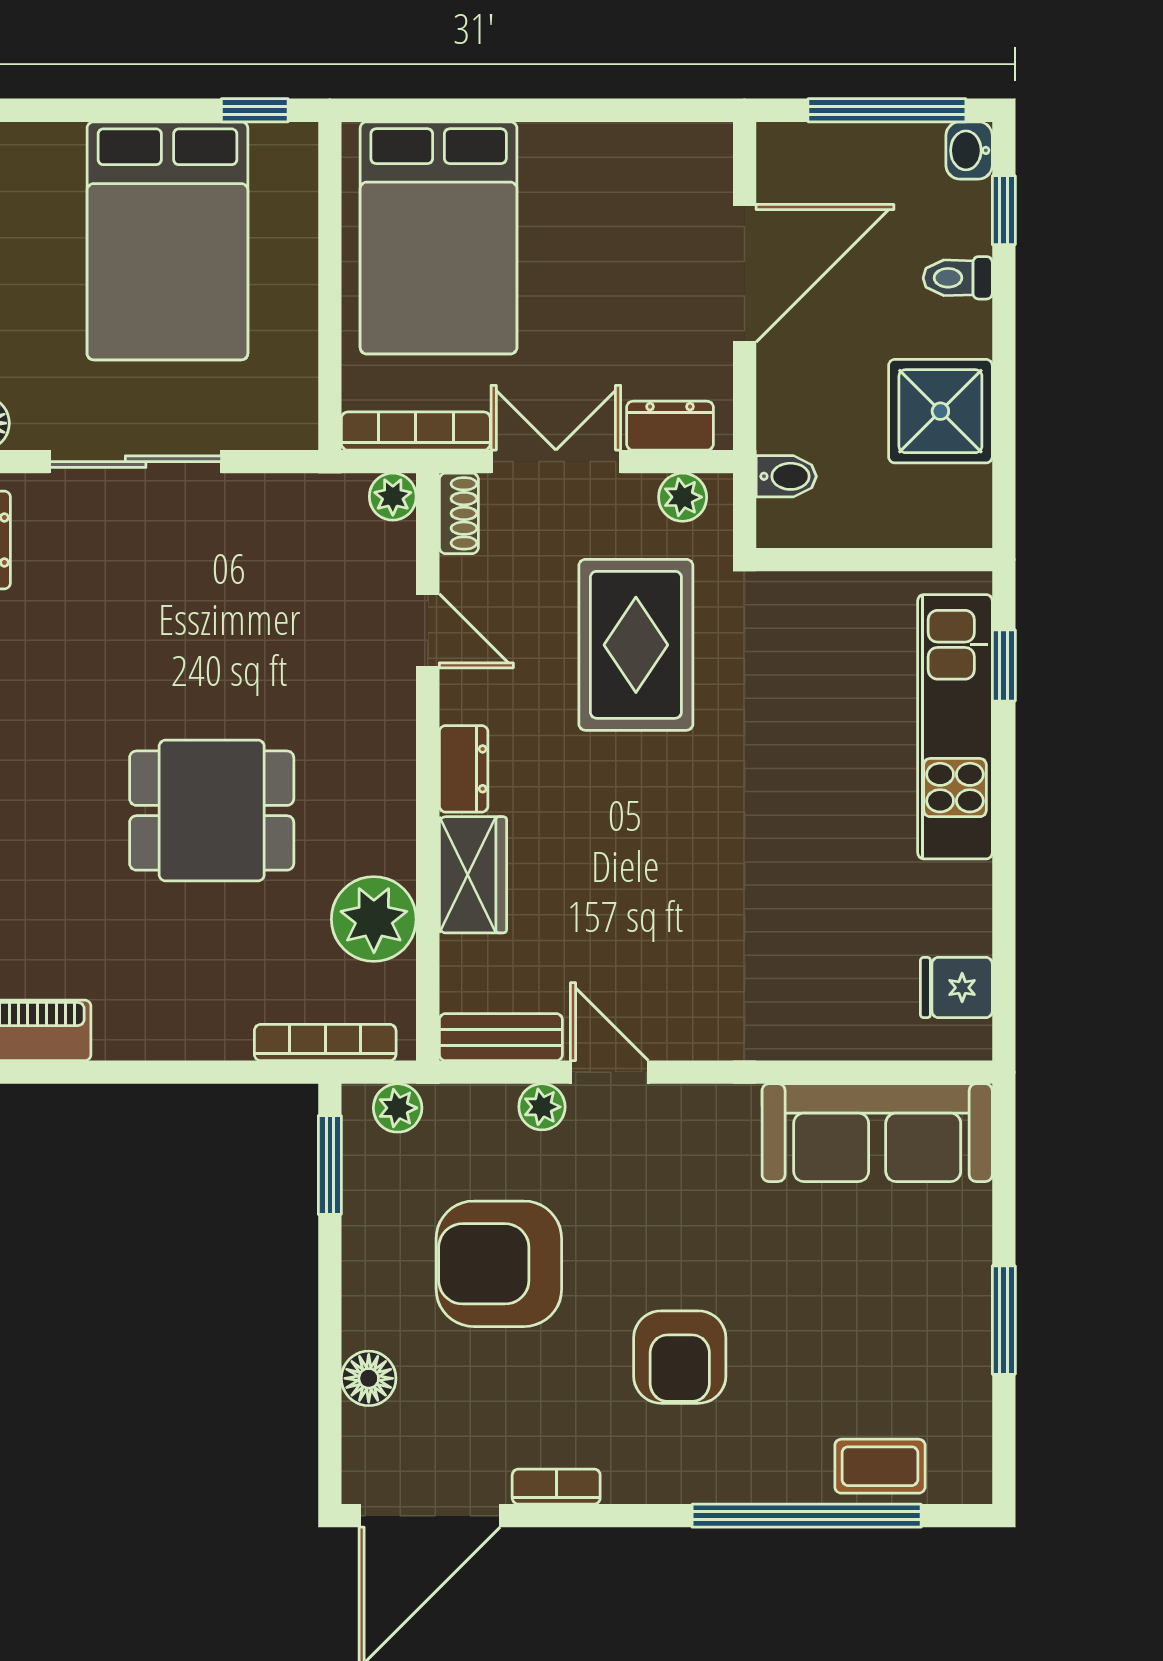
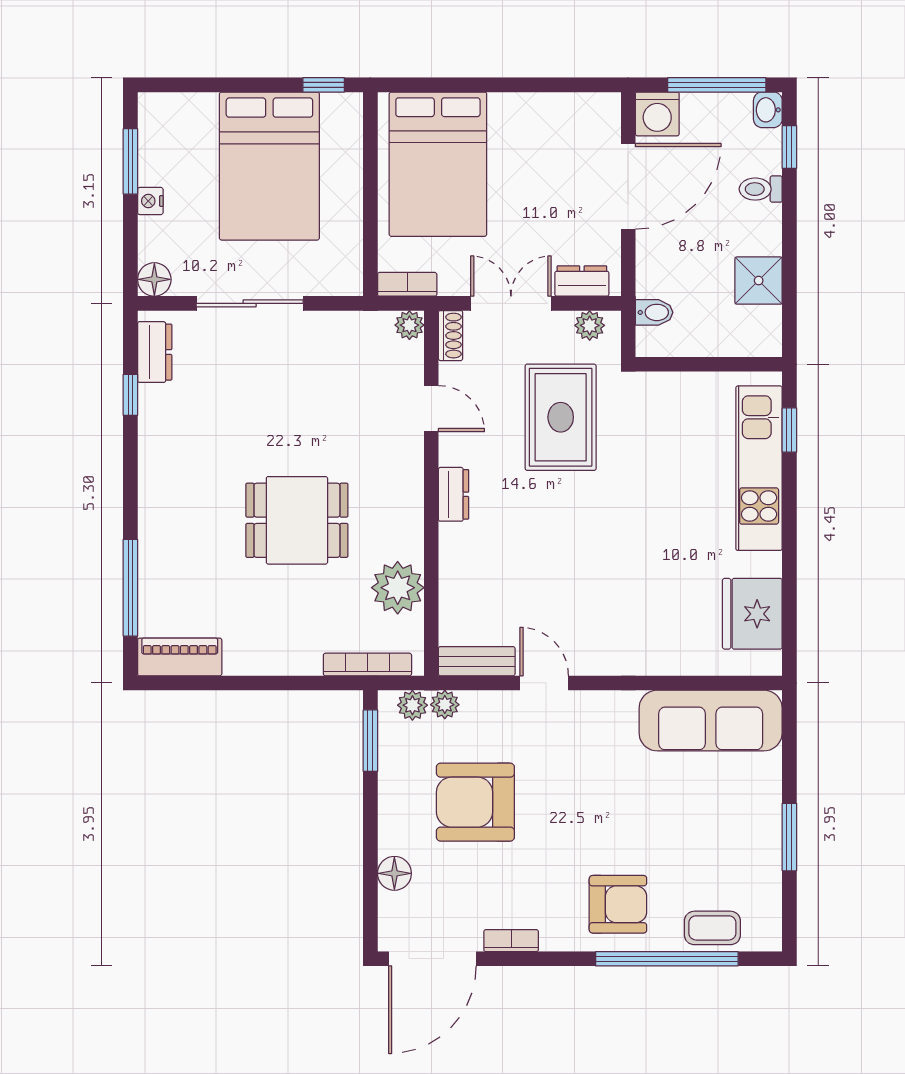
washing machine: (791, 157) -> (657, 114), added
shower: (940, 411) -> (759, 281), width x0.73, depth x0.73
bookcase: (416, 431) -> (407, 284), width x0.64
wardrobe: (473, 875) -> (459, 560), removed
fridge: (956, 988) -> (752, 614), width x1.88, depth x1.34
plant: (542, 1107) -> (445, 705), moved
armchair: (680, 1357) -> (618, 904), moved, turned -90

